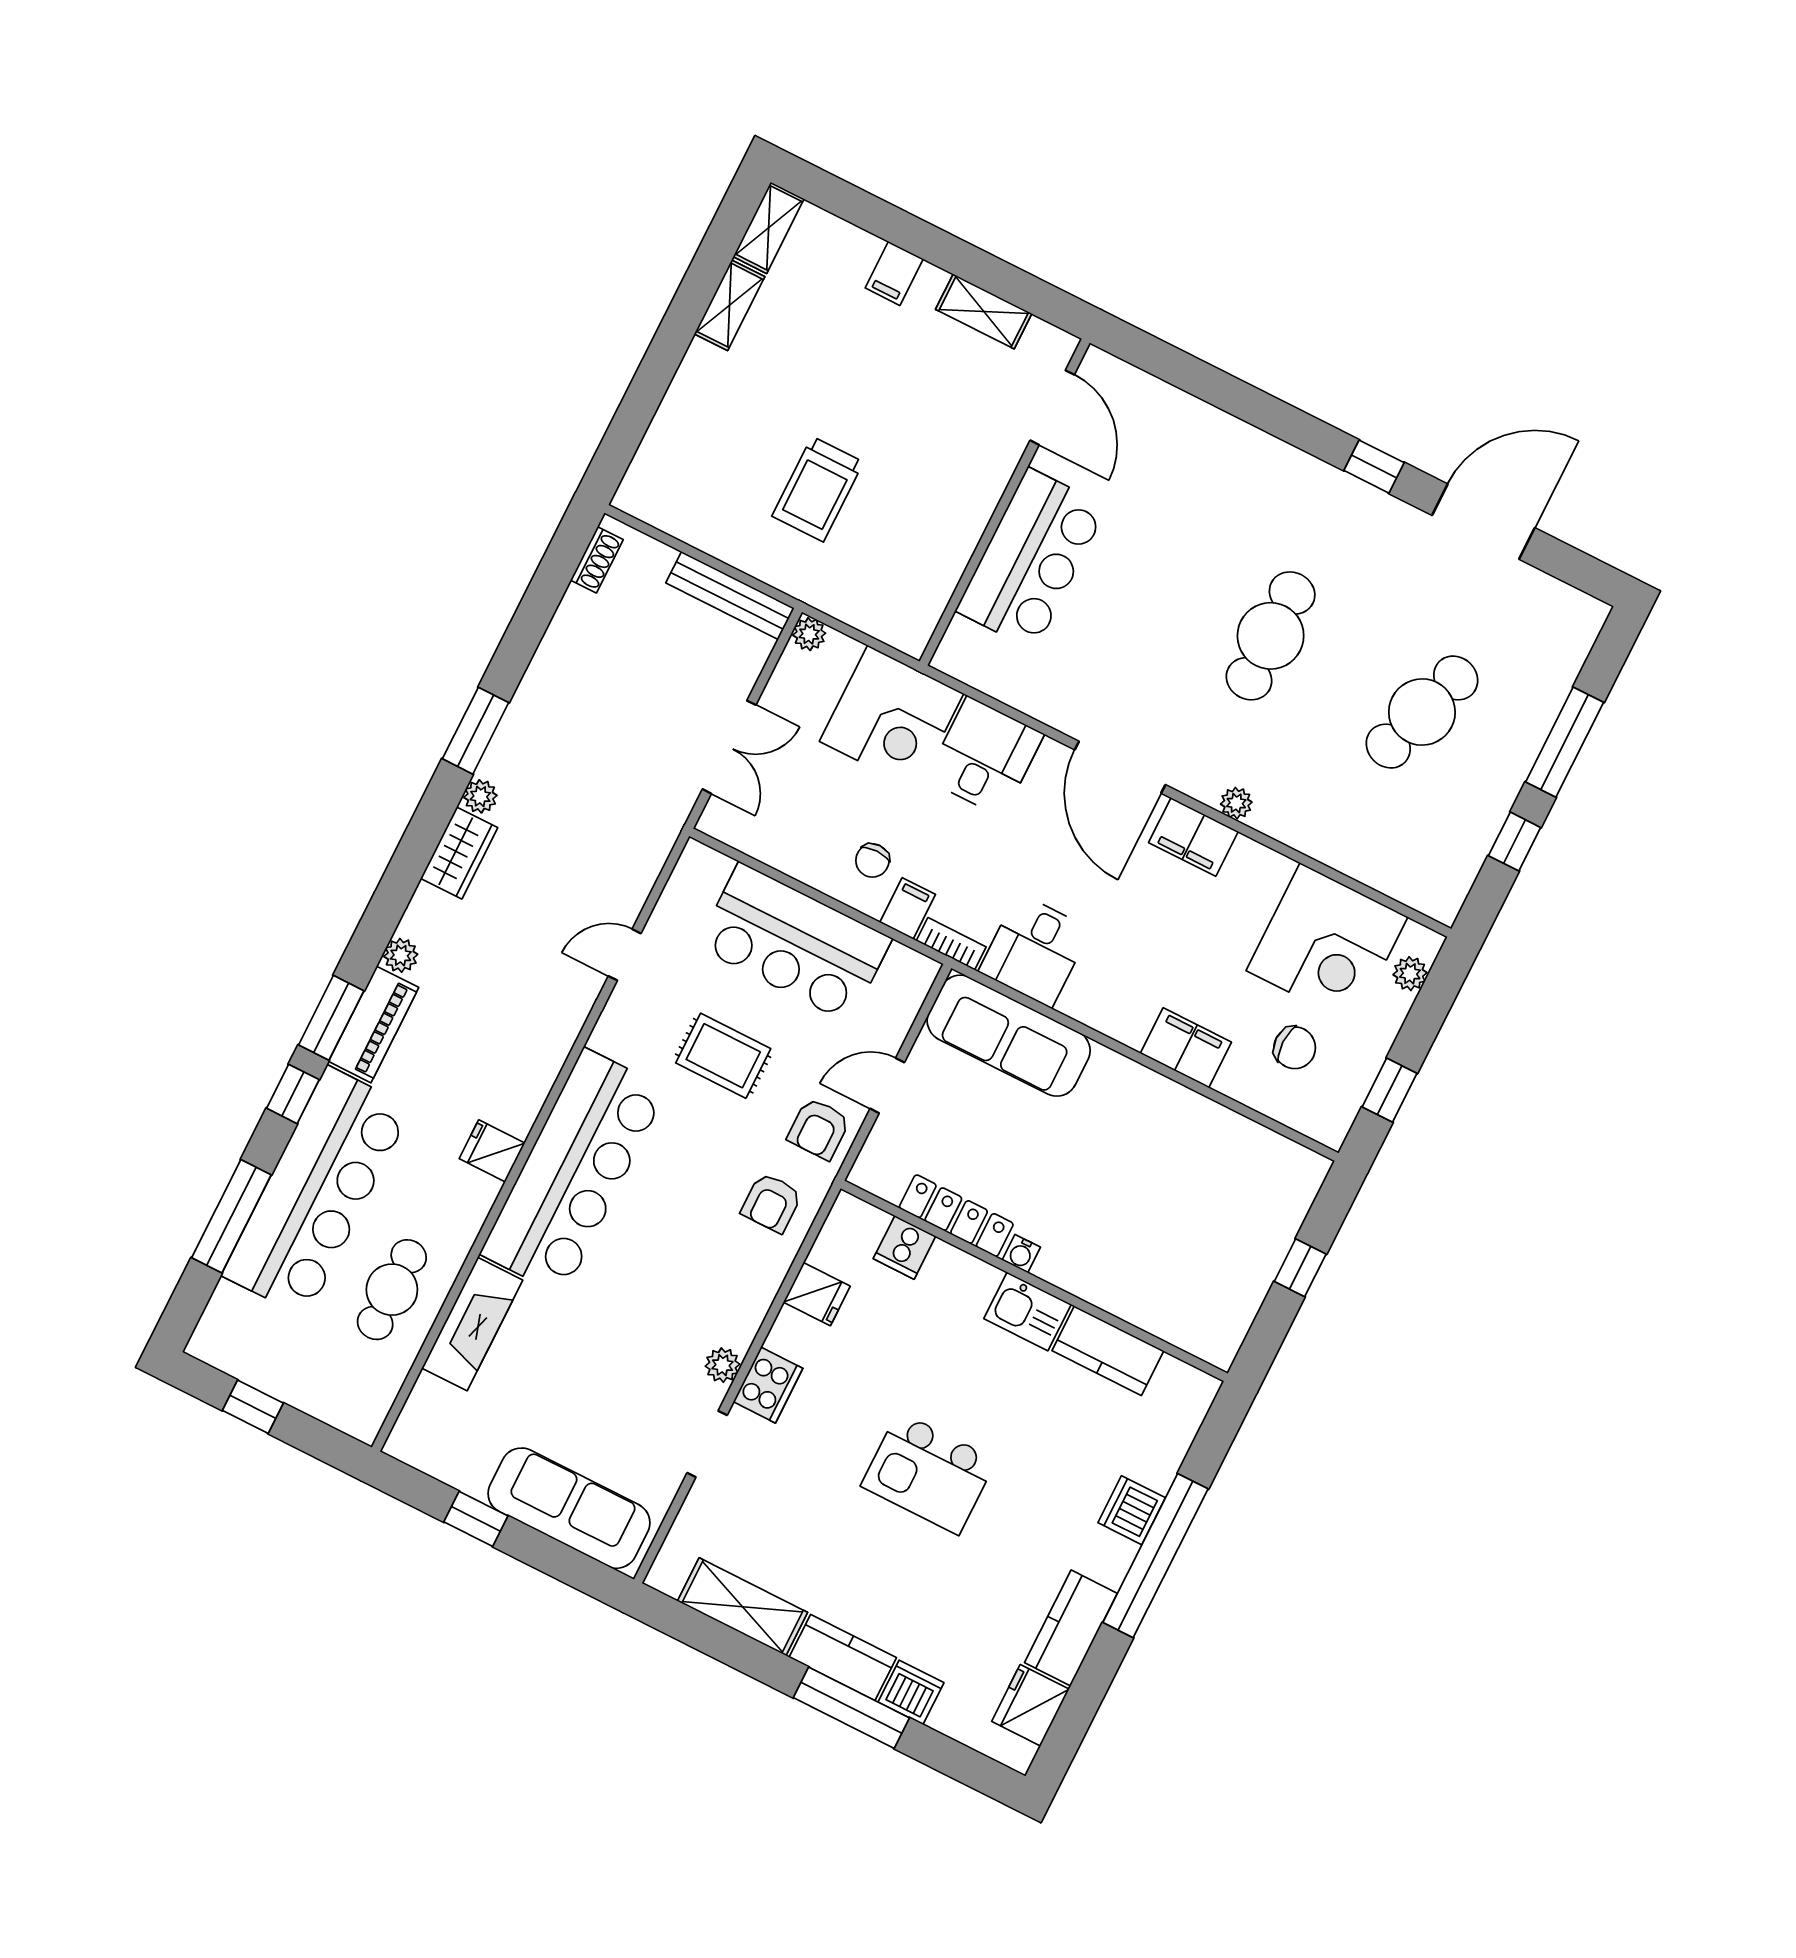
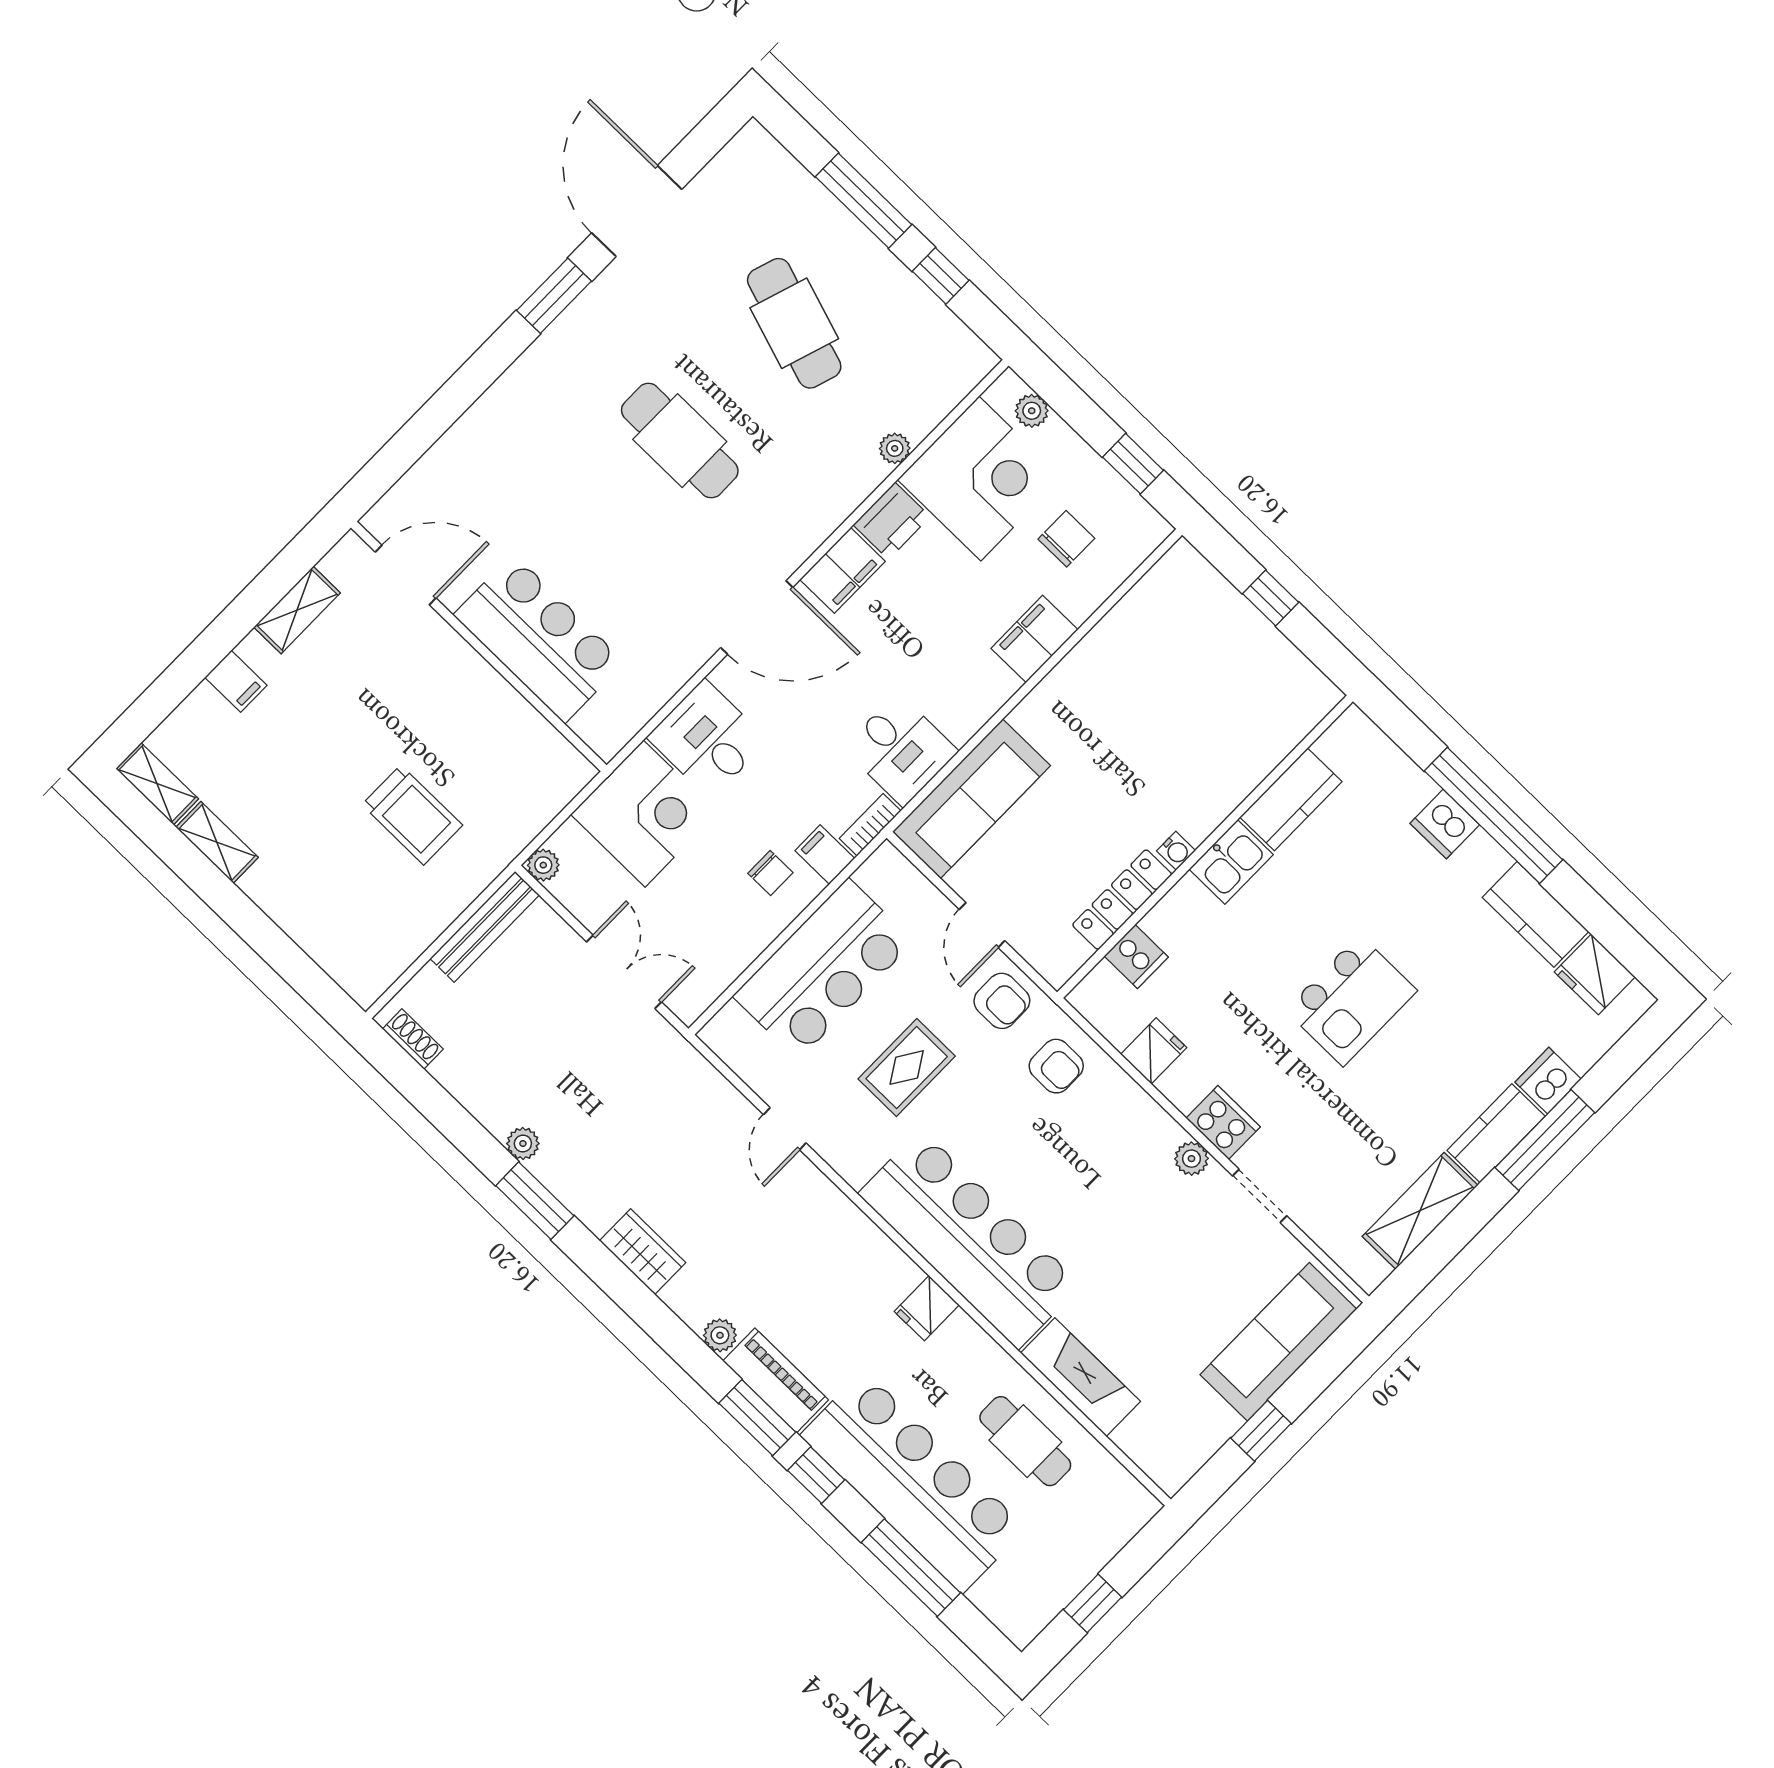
window: (1374, 467) -> (554, 296), width x1.50
plant: (480, 796) -> (523, 1144), moved
plant: (1236, 803) -> (895, 448), moved
printer: (1258, 870) -> (892, 521), added

